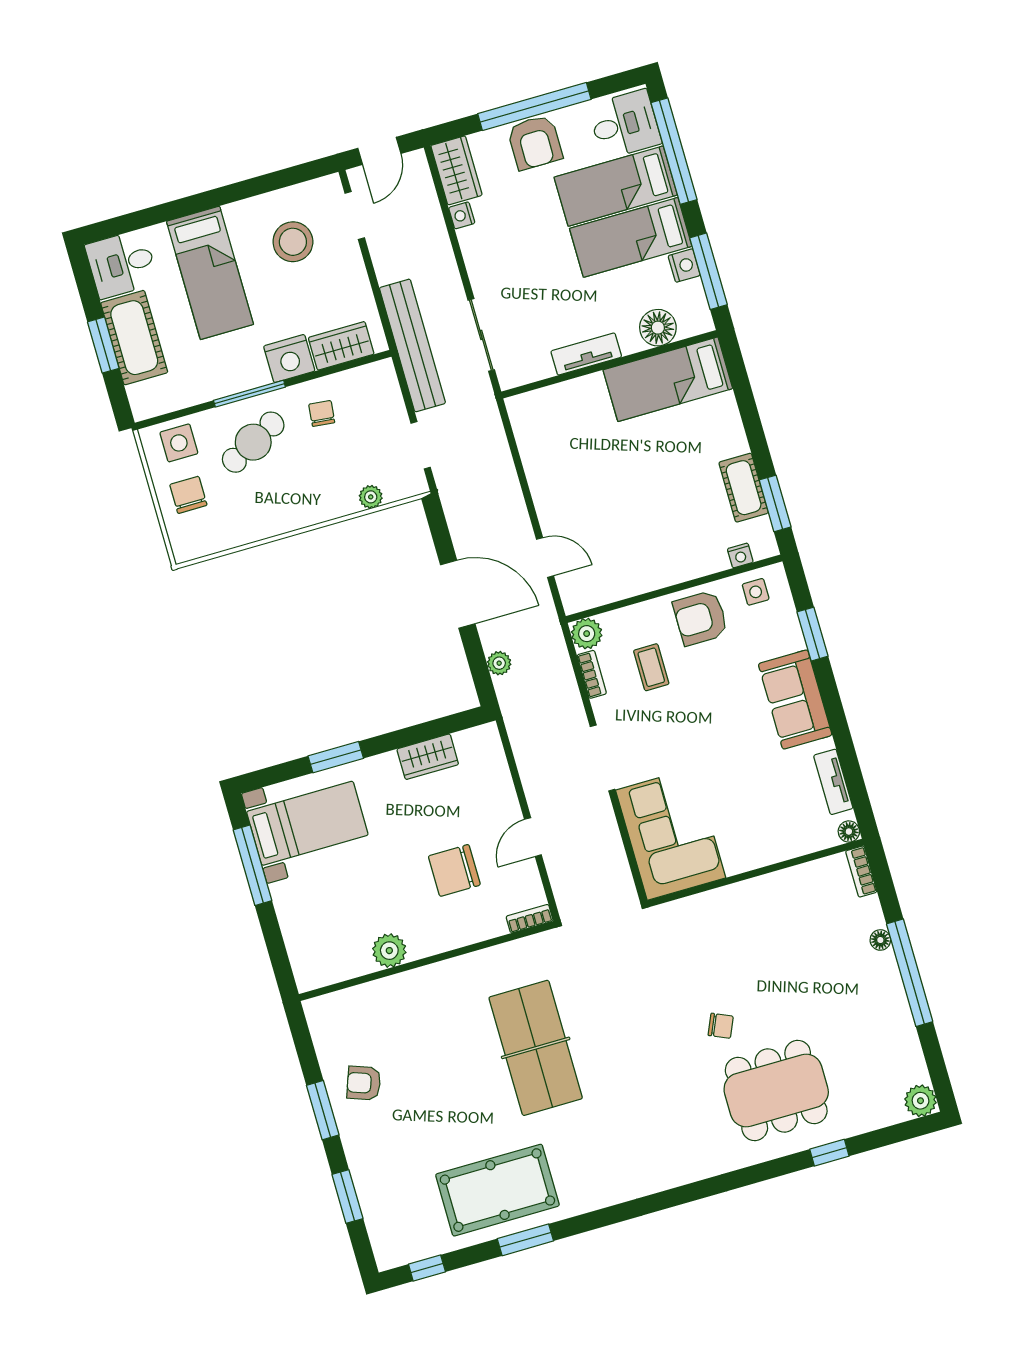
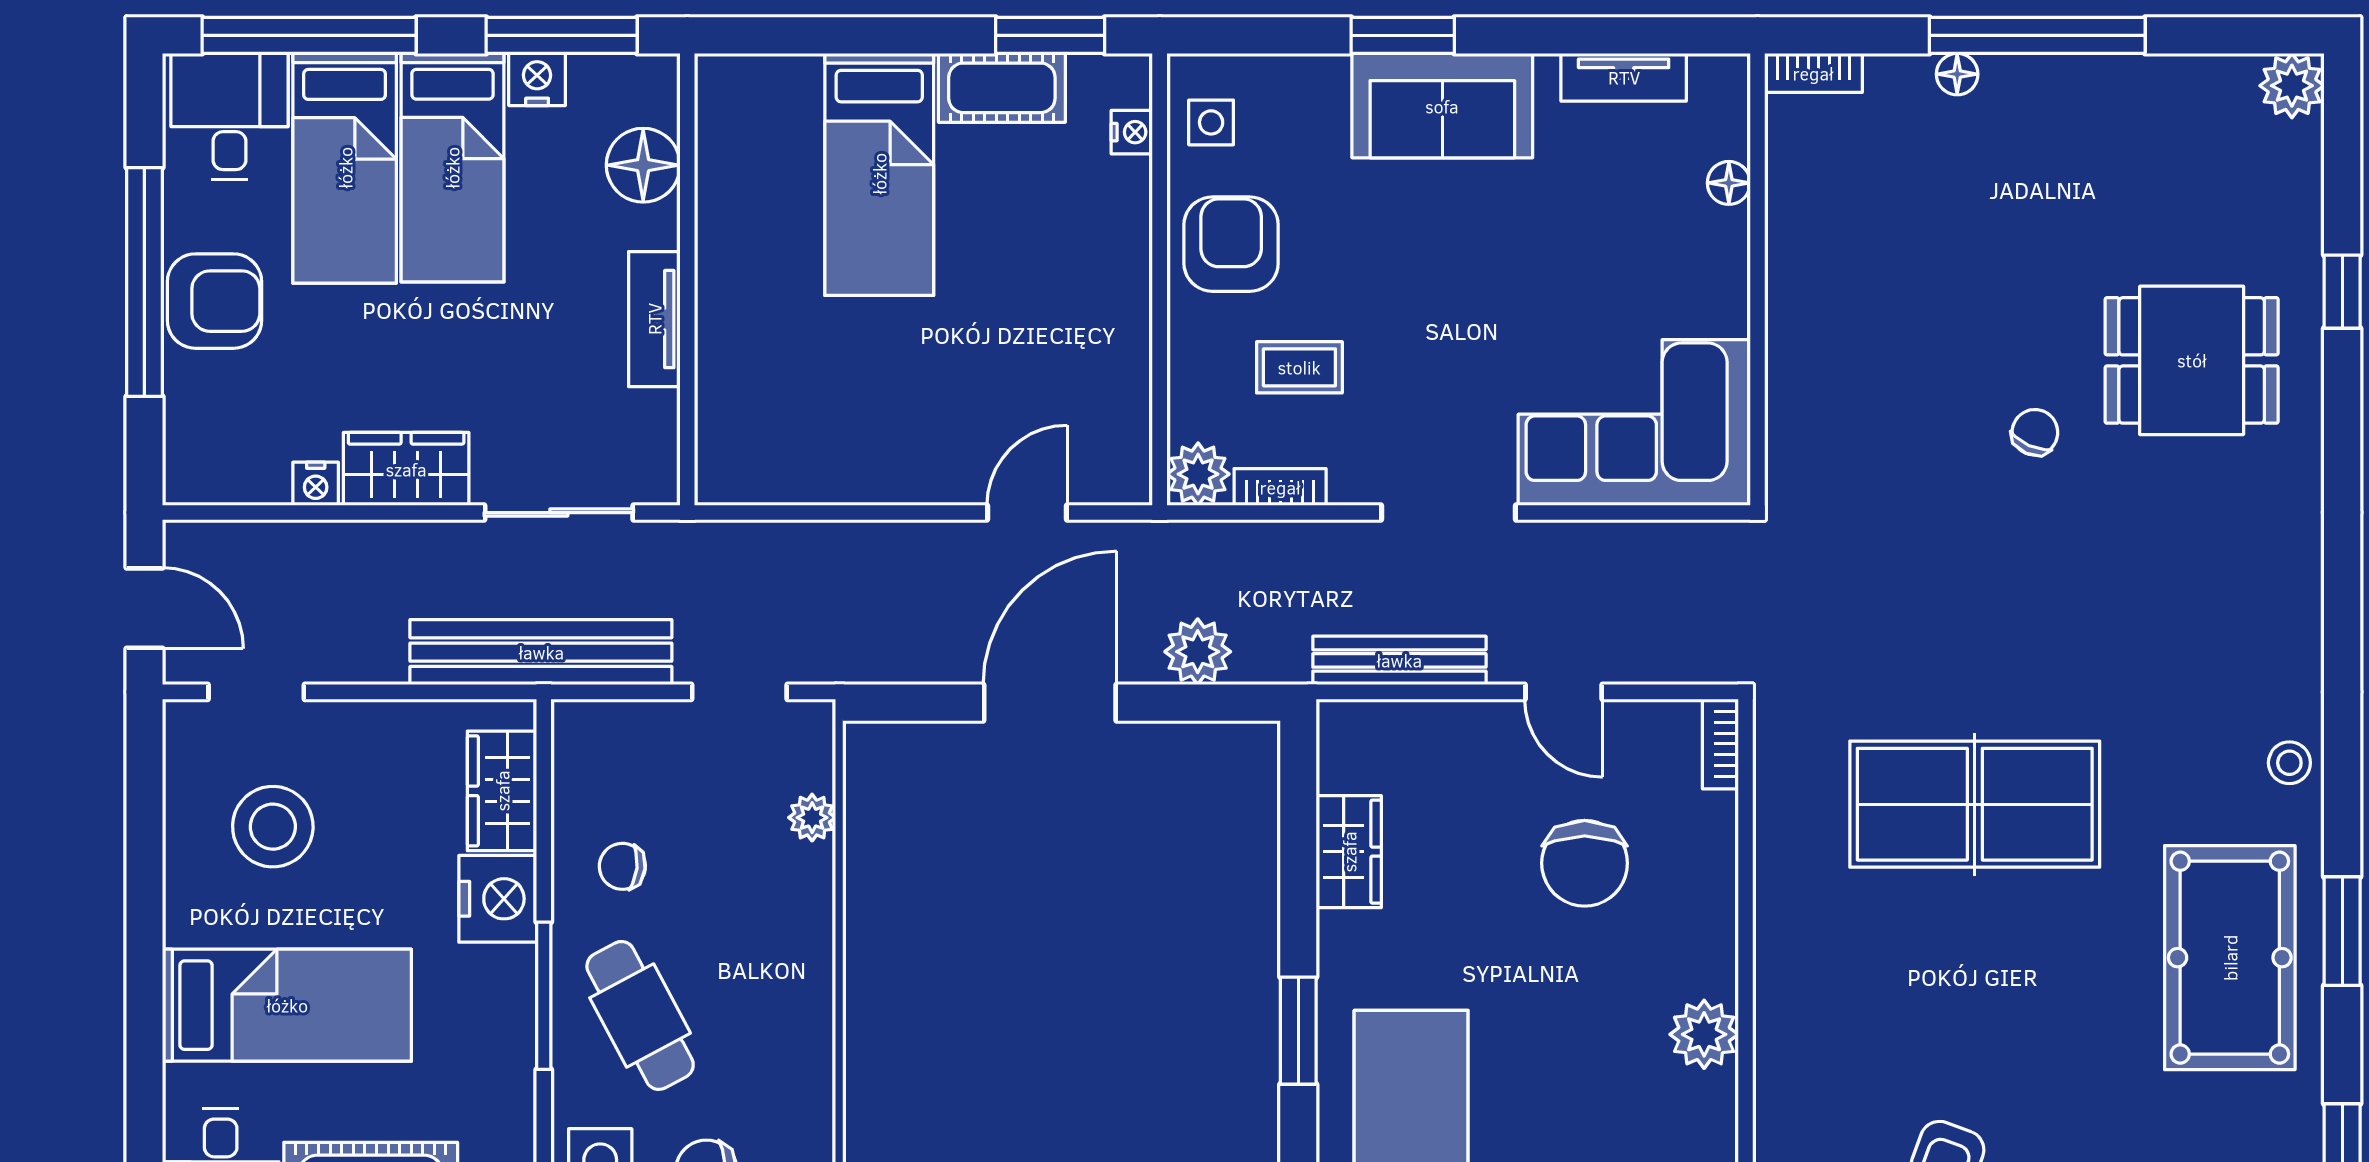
wardrobe: (457, 170) -> (406, 469), moved
bed: (668, 379) -> (879, 174), moved
armchair: (701, 618) -> (1231, 244), turned 180
window: (813, 634) -> (1403, 35), moved
plant: (499, 663) -> (1198, 652), width x1.38, depth x1.38
bench: (526, 755) -> (1399, 660), added
floor lamp: (849, 832) -> (1729, 183), moved
dining table: (776, 1090) -> (2192, 360), width x0.73
stool: (598, 1192) -> (2289, 763), added

